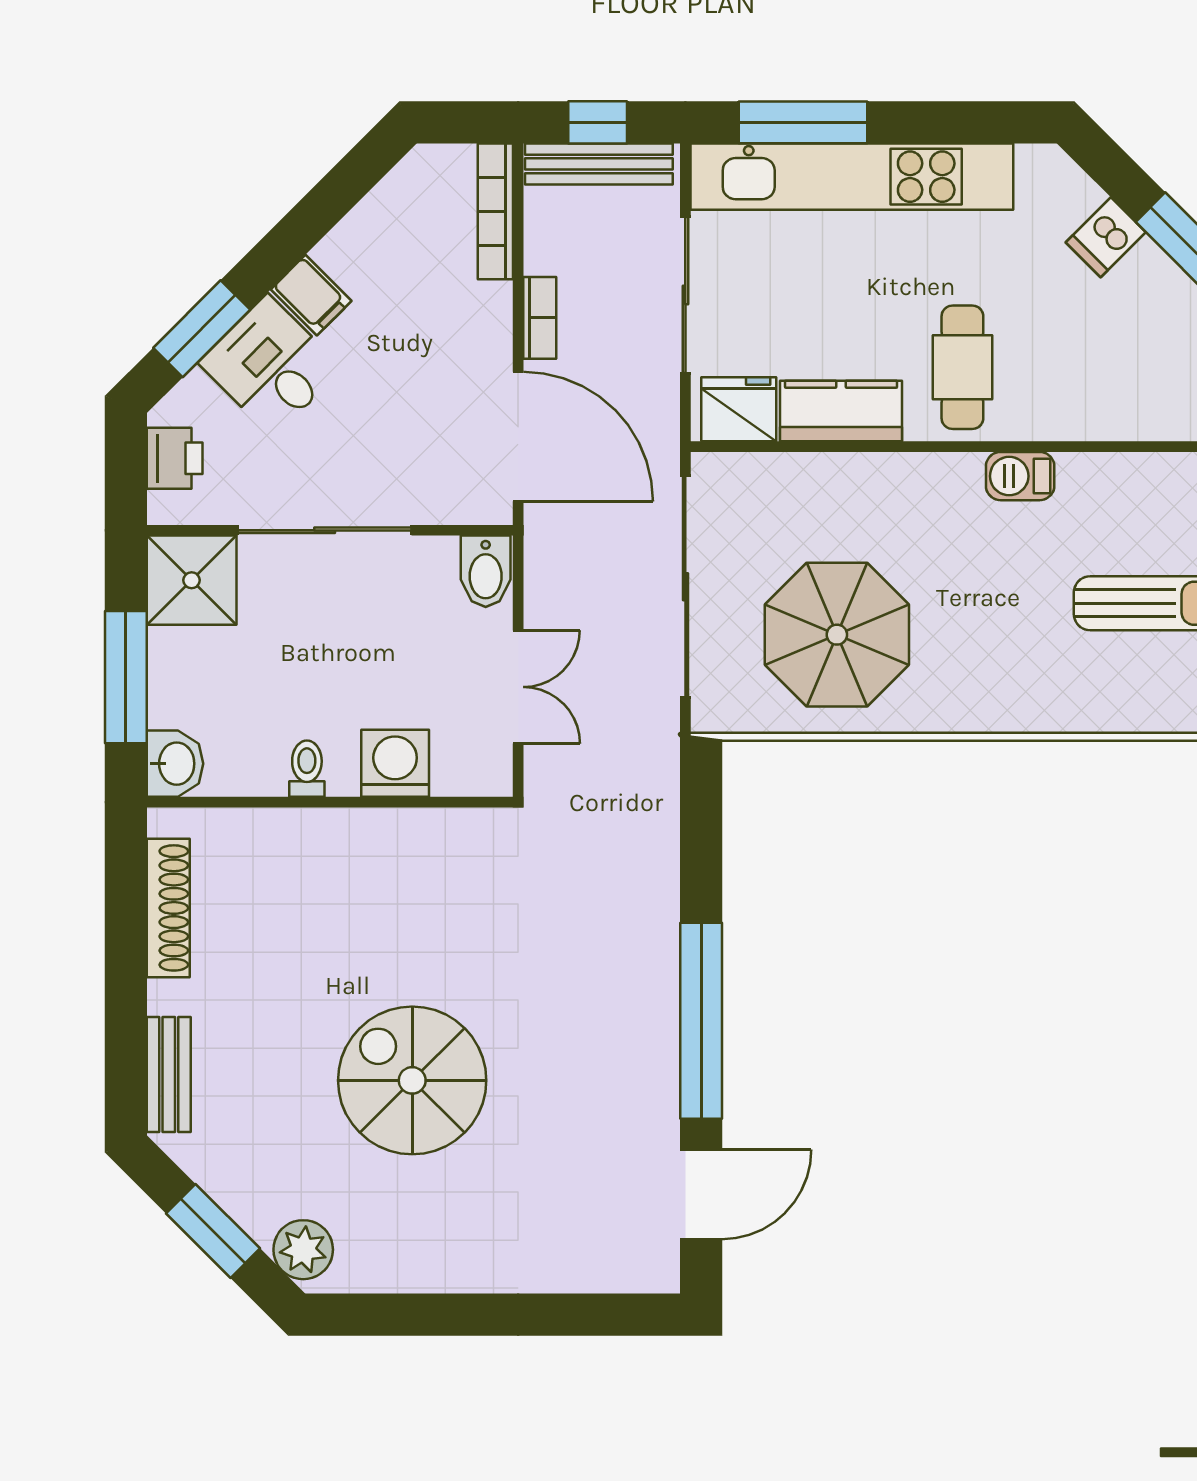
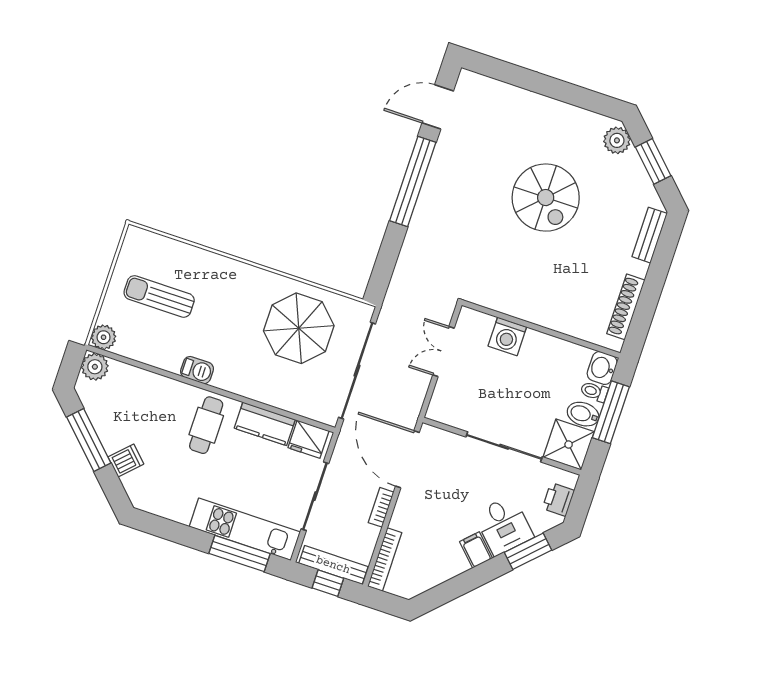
kitchen unit: (852, 177) -> (245, 529), width x0.73
bidet: (486, 571) -> (583, 414), moved, turned -90
toilet: (307, 769) -> (594, 392), moved, turned 90

